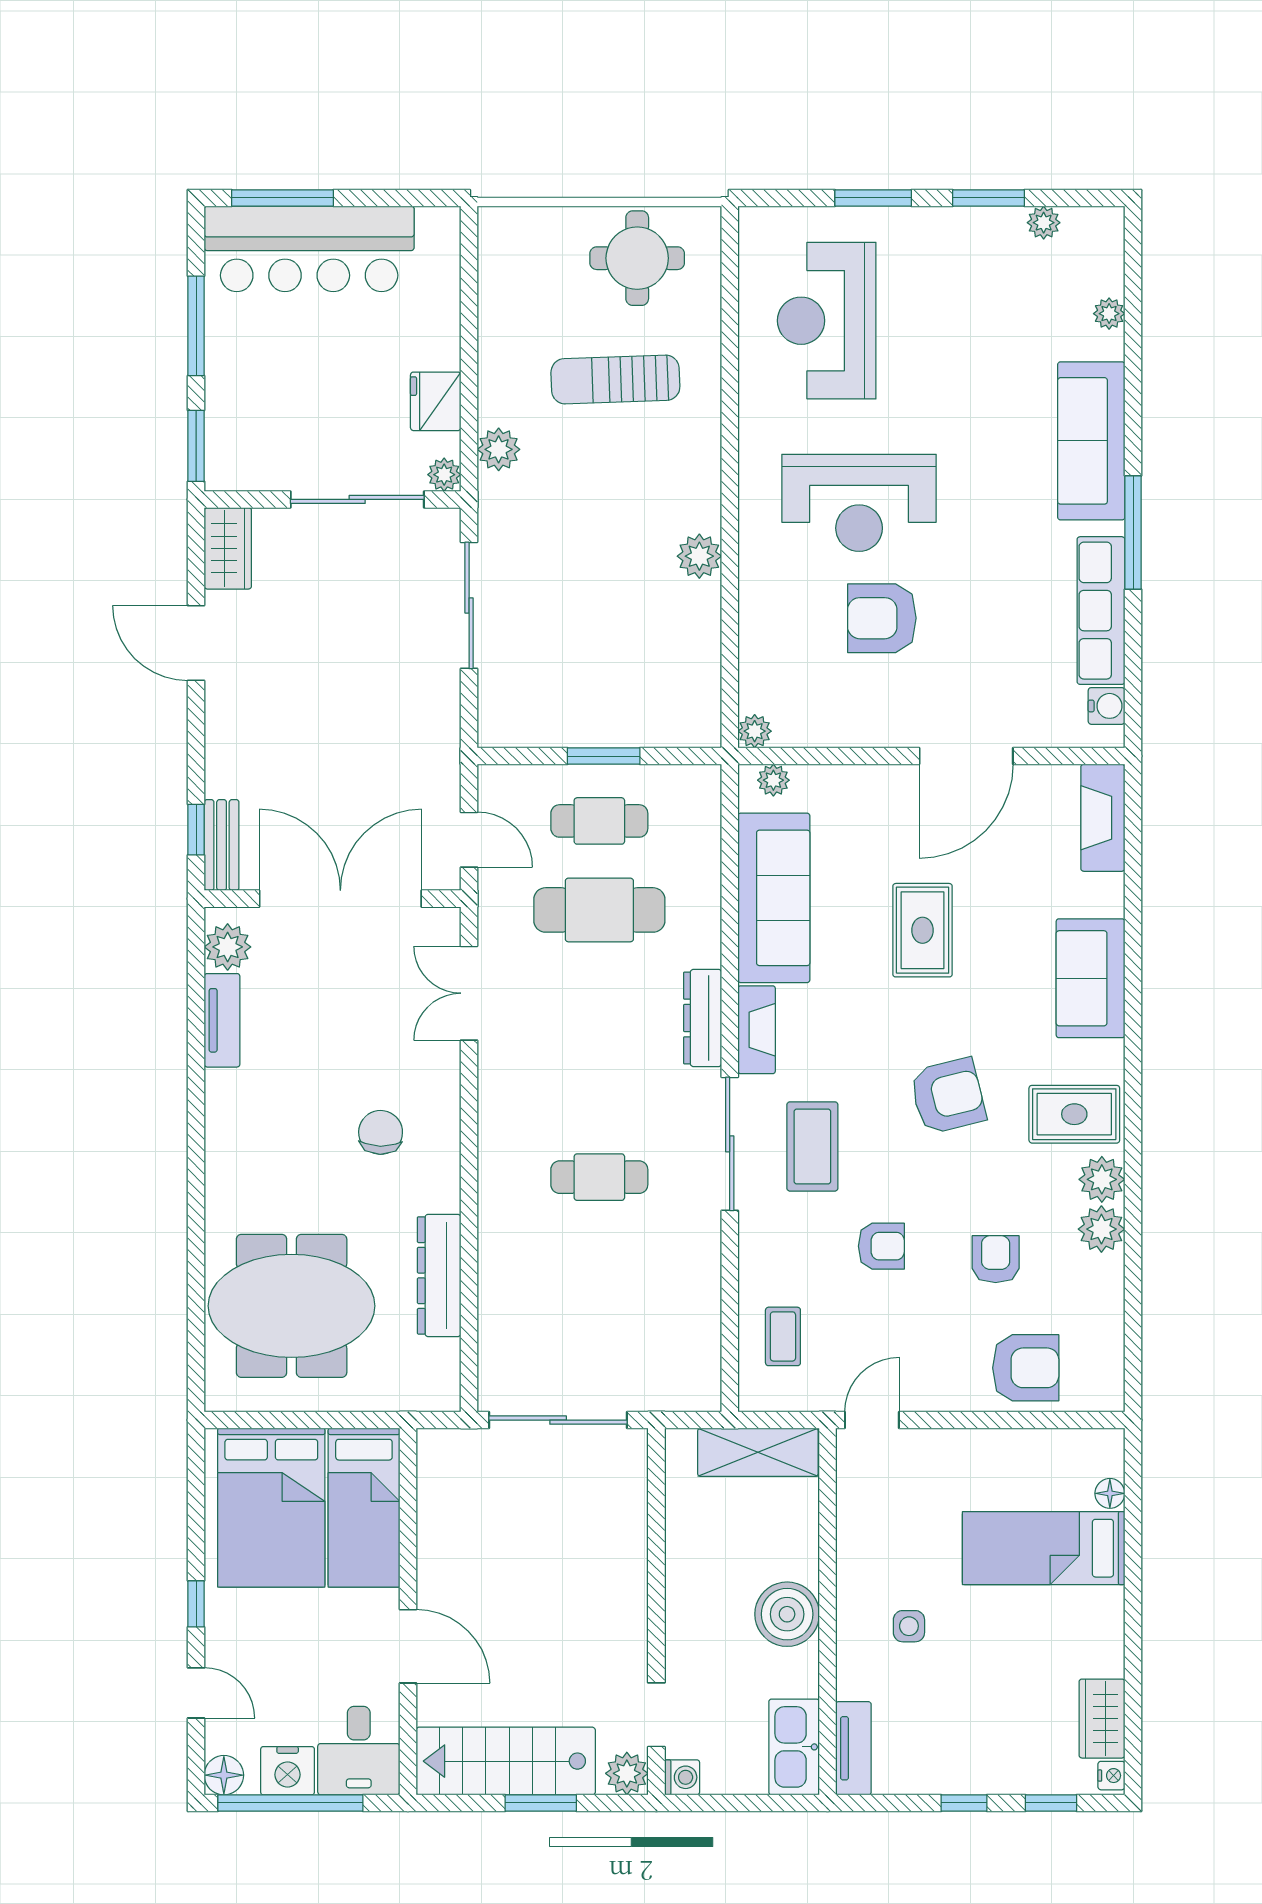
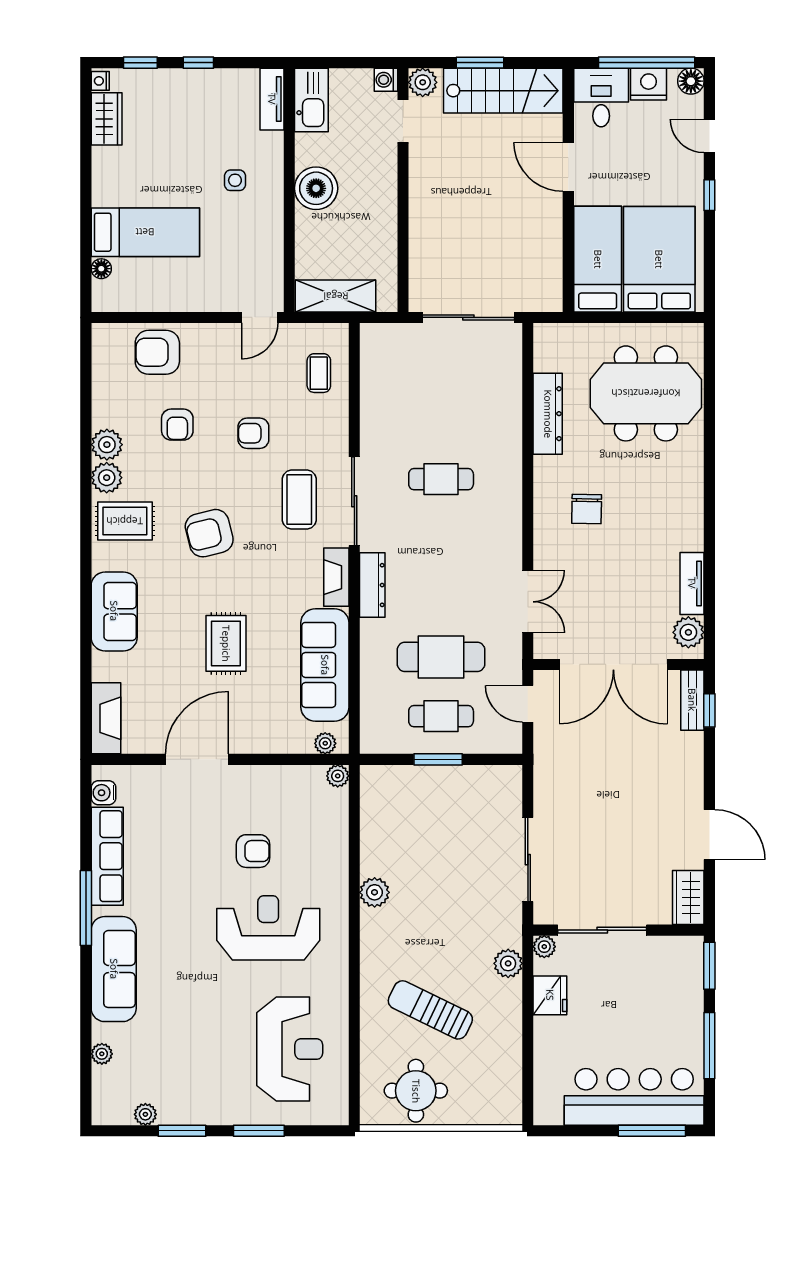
sun lounger: (615, 380) -> (430, 1010), turned -152
armchair: (882, 618) -> (253, 851), width x0.72, depth x0.72

